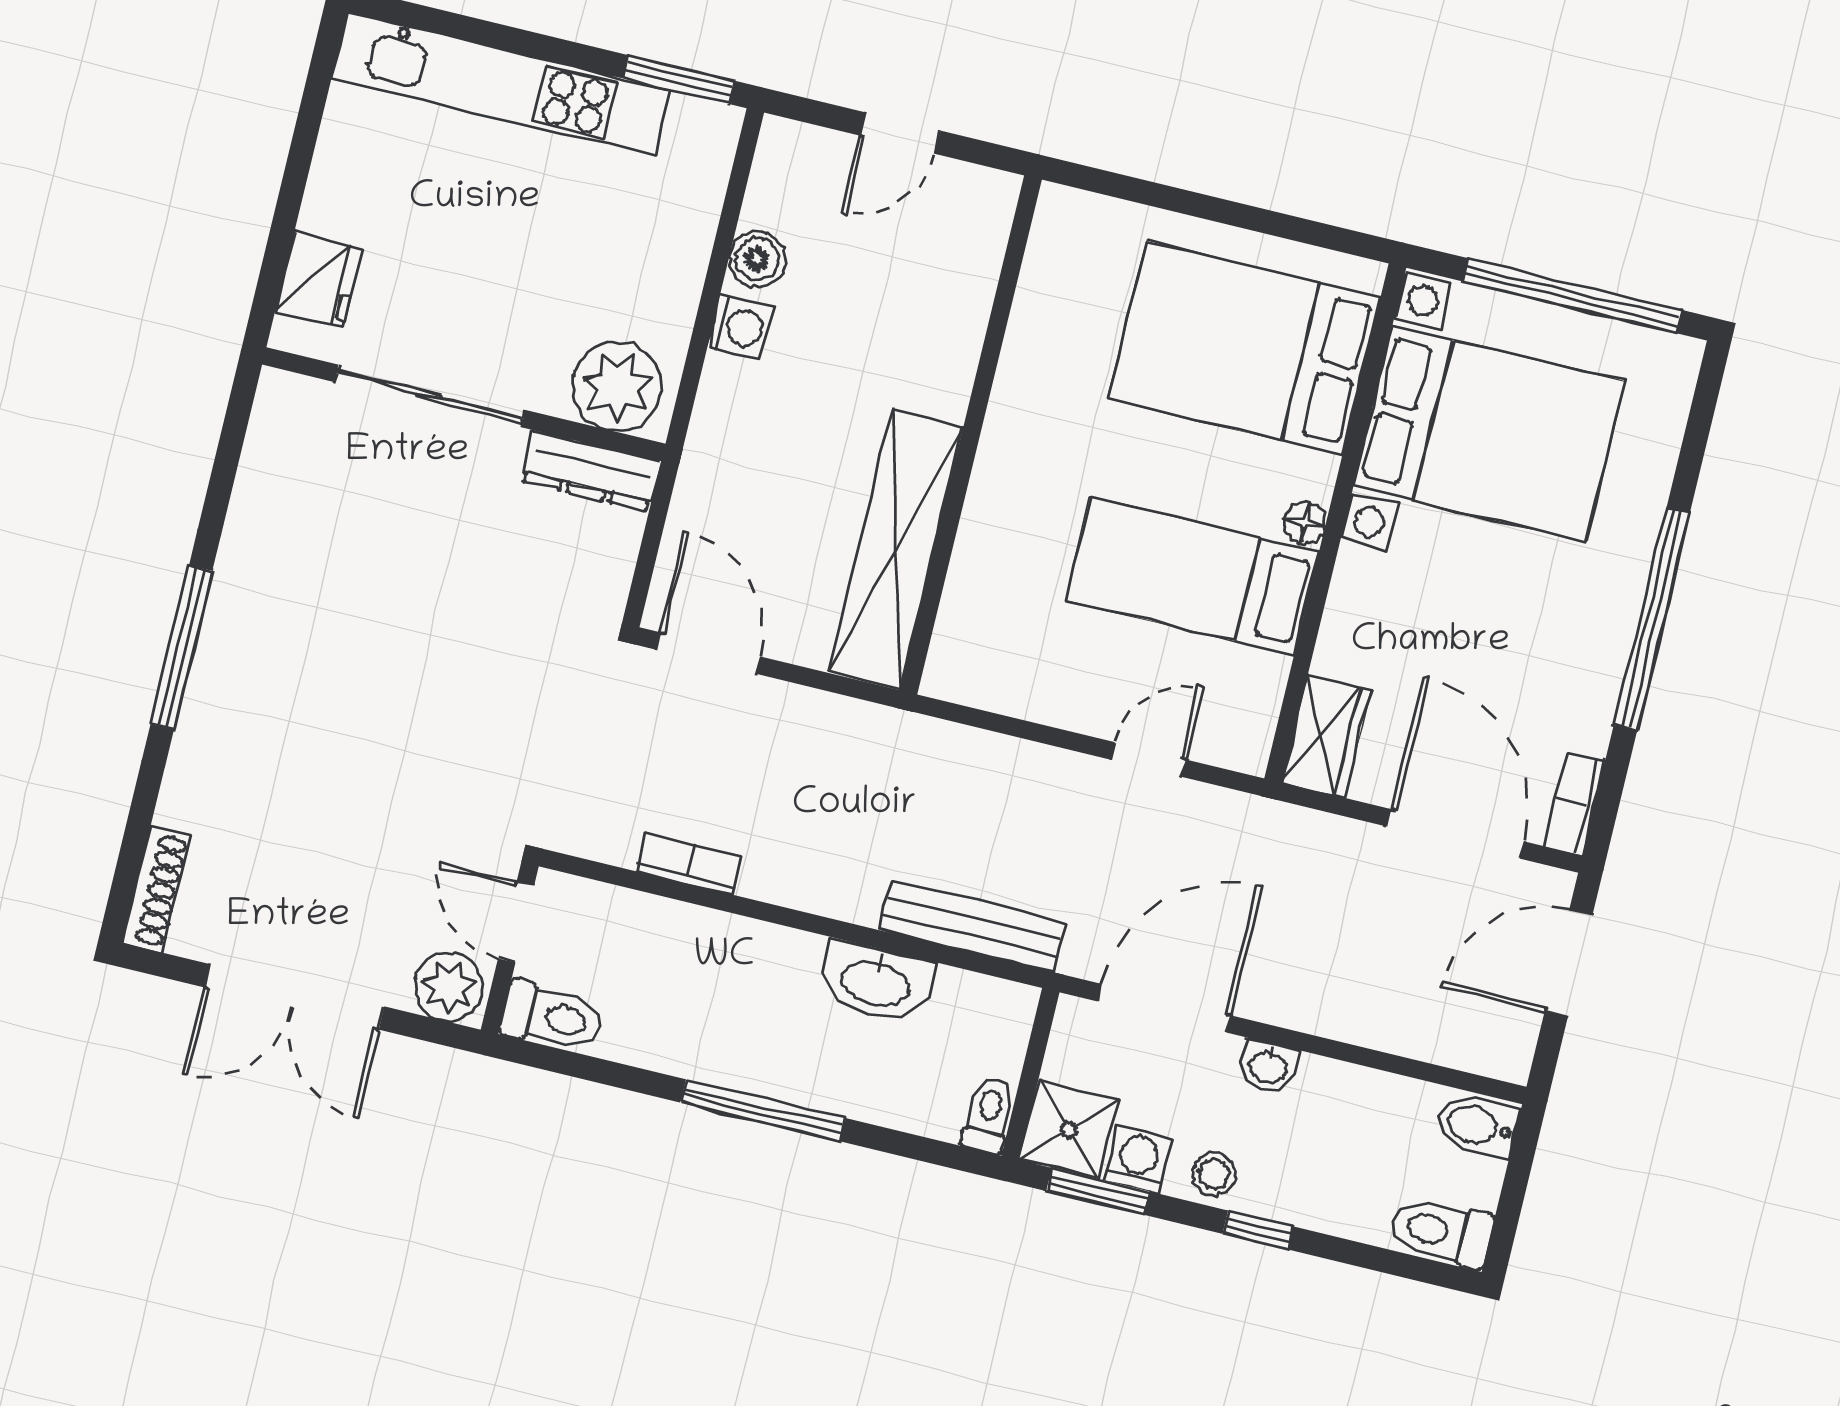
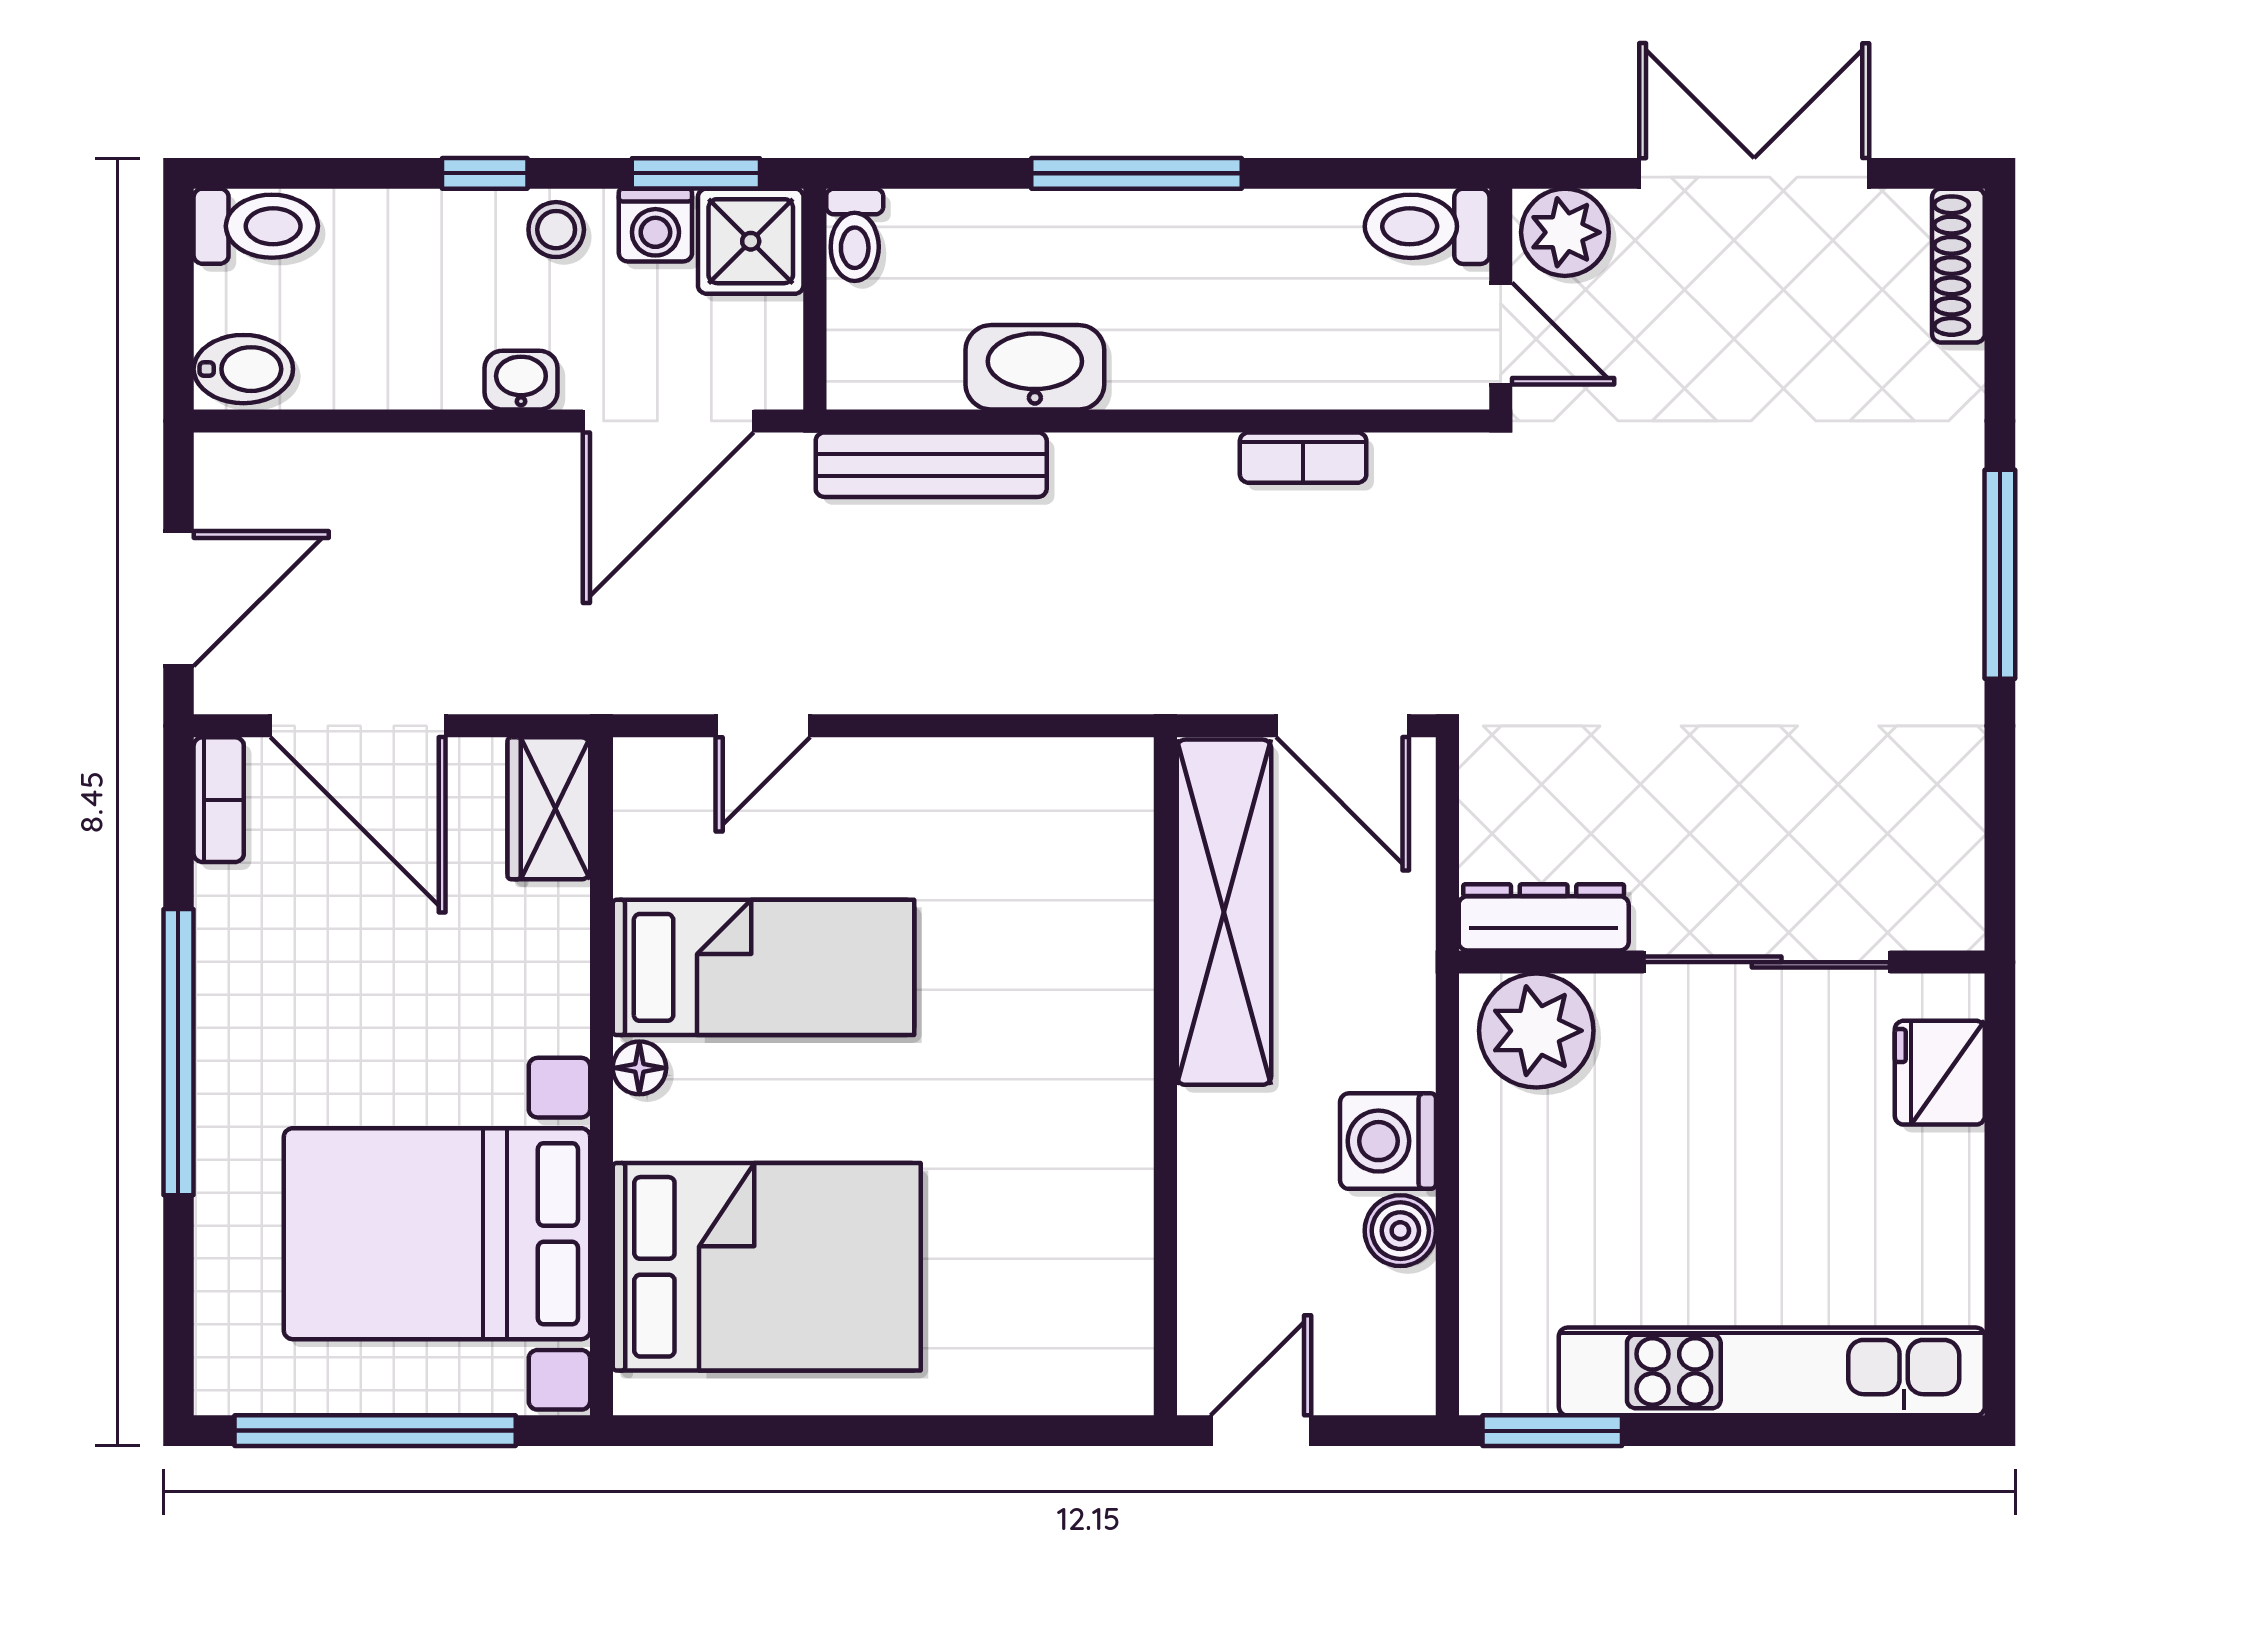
washing machine: (740, 327) -> (1388, 1141), width x1.38, depth x1.38
wall: (971, 435) -> (1165, 1076), moved
shelving: (896, 549) -> (1224, 912), moved

